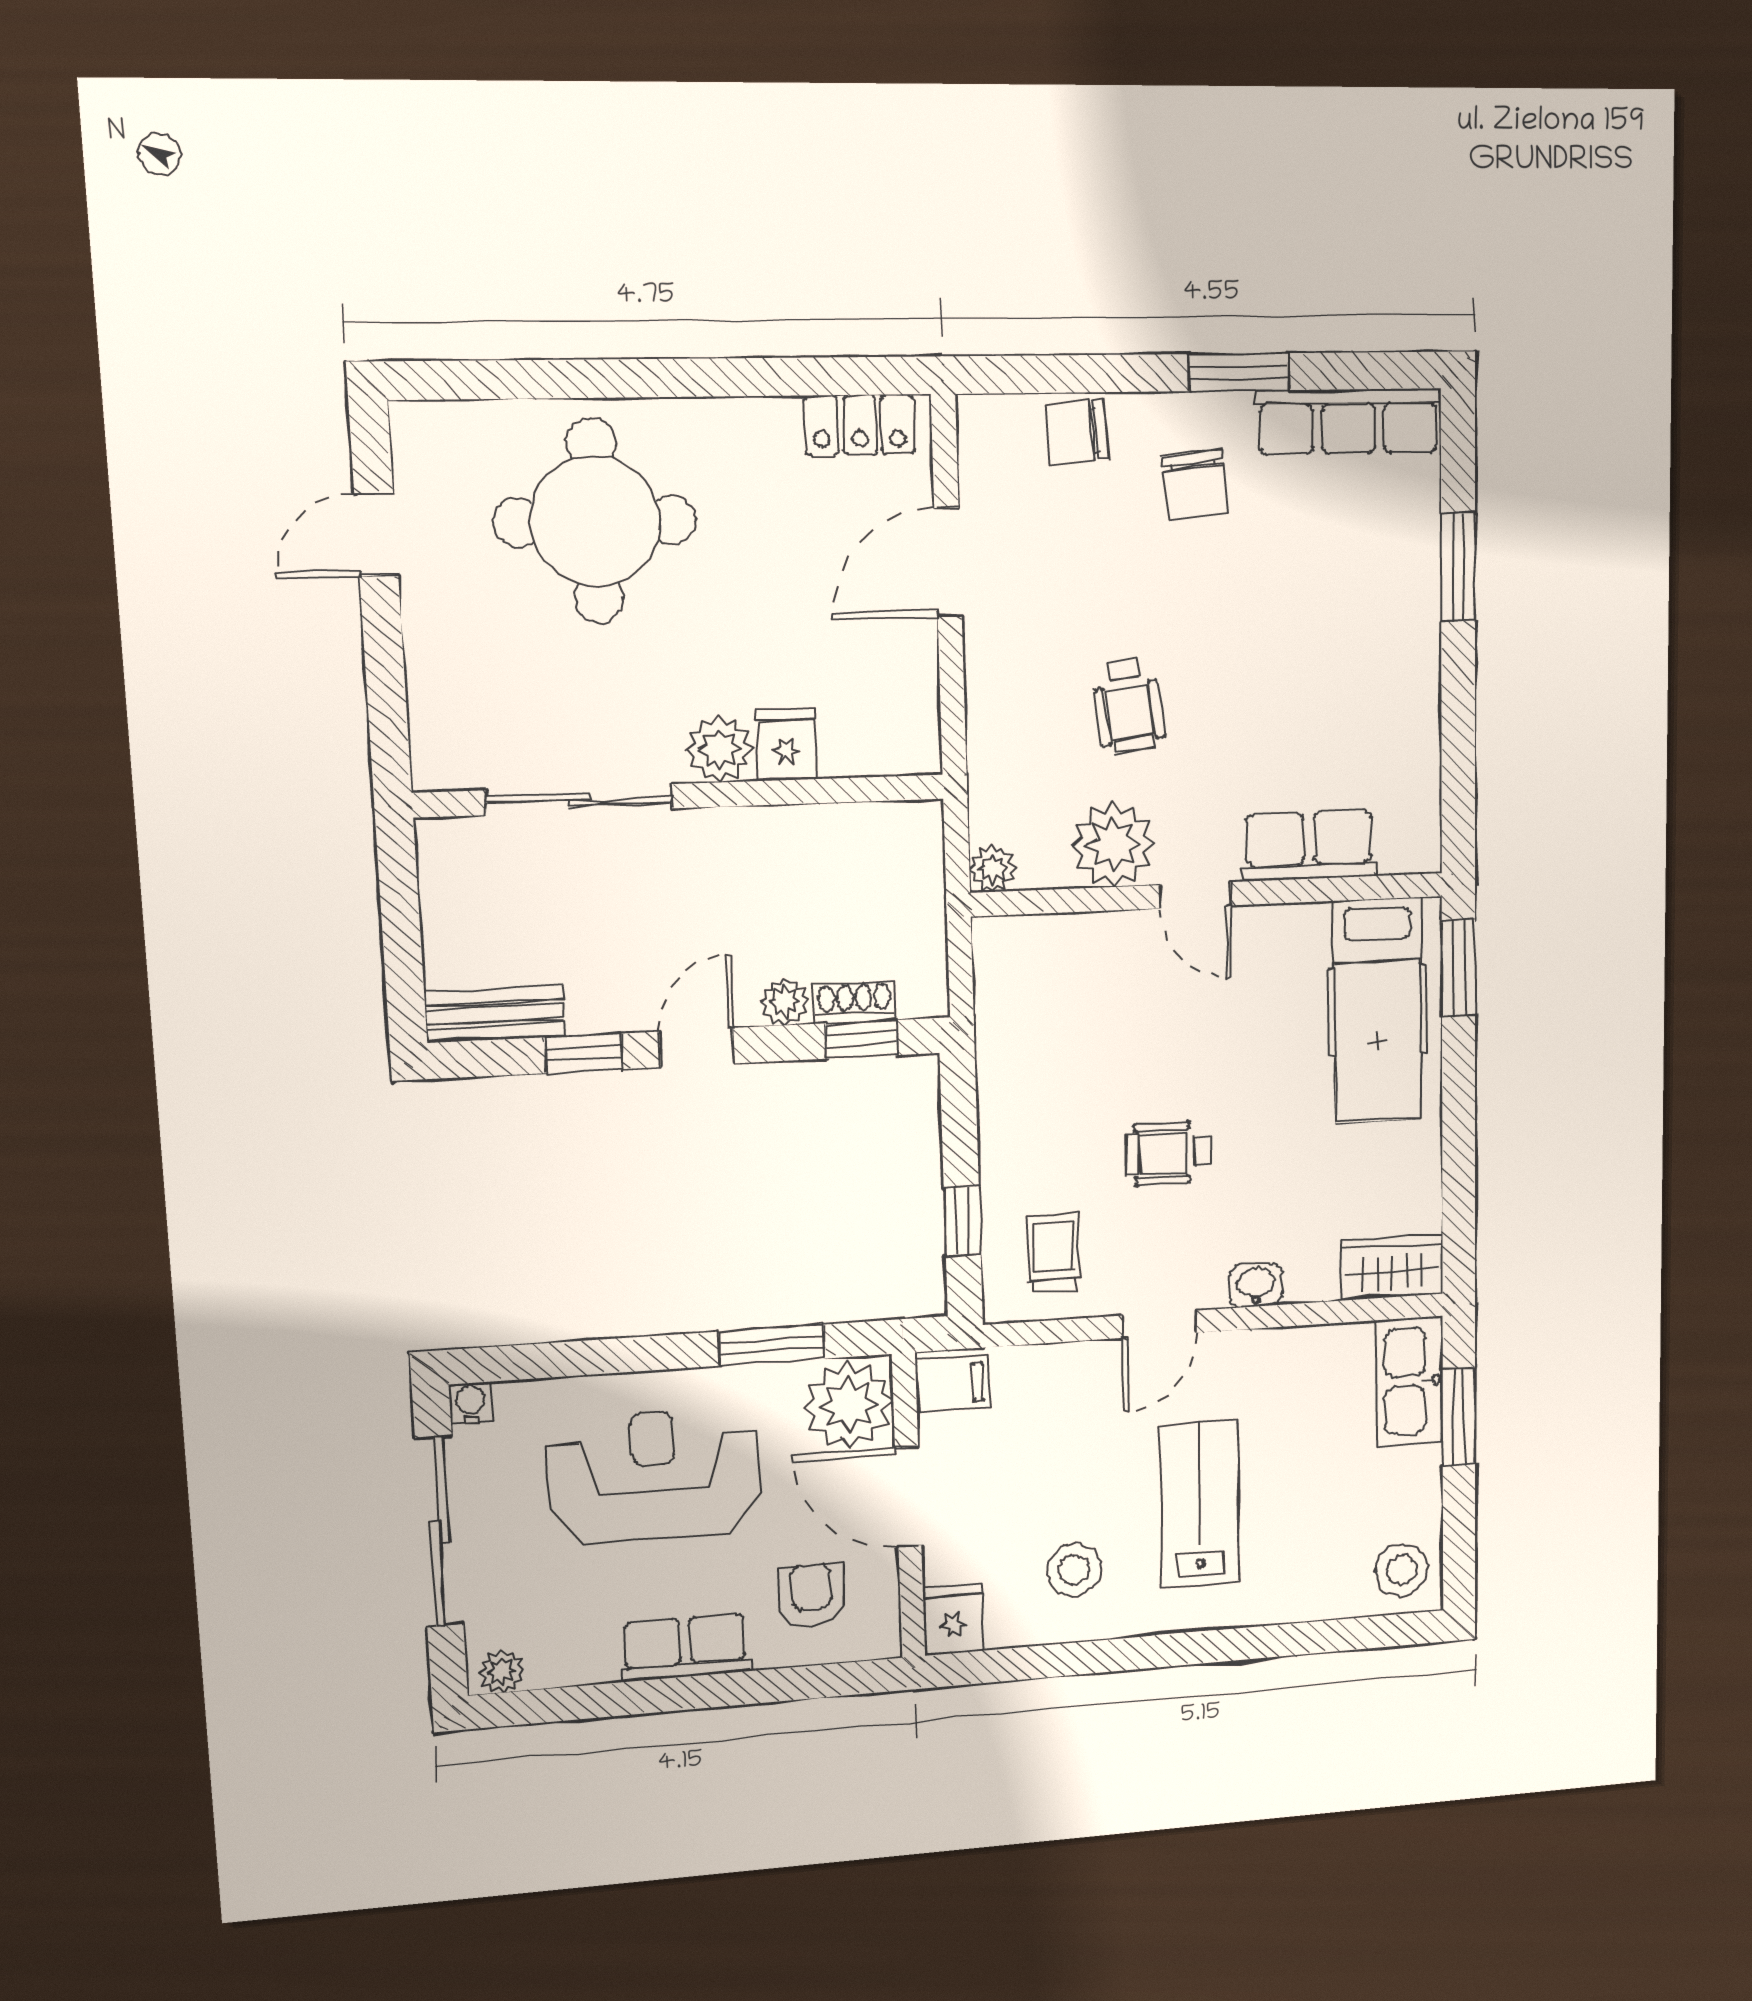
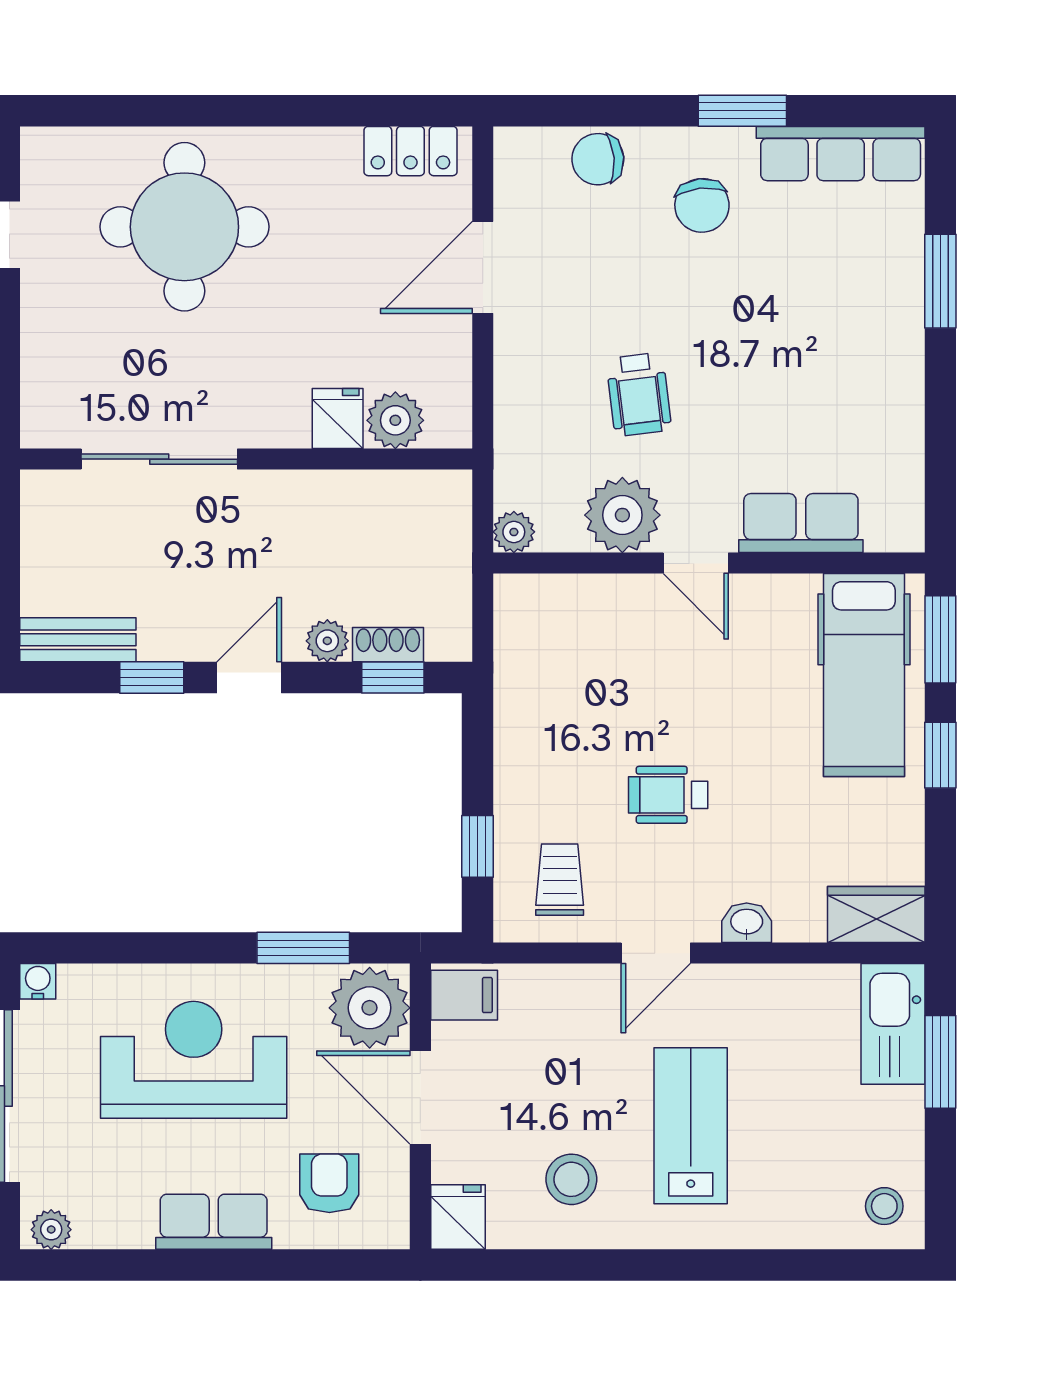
plant: (719, 749) -> (395, 420), moved
window: (1459, 1093) -> (940, 755), added
stool: (1402, 1570) -> (884, 1206), width x0.73, depth x0.73

